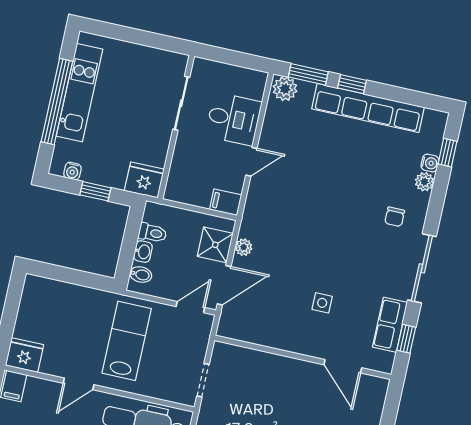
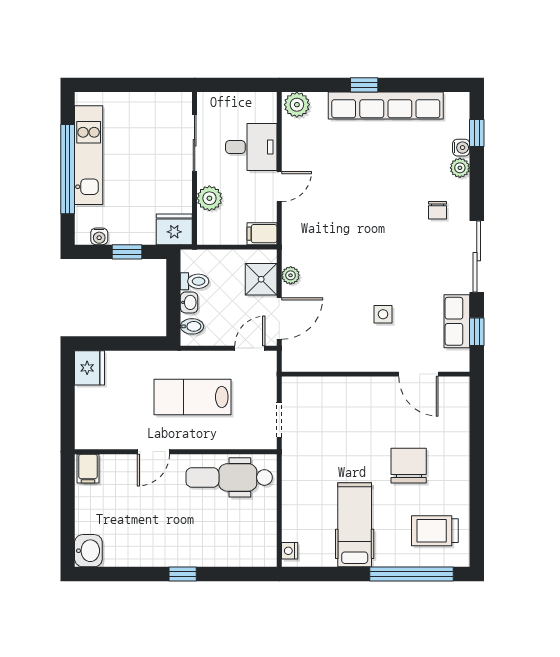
window: (308, 74) -> (317, 85), removed
plant: (184, 158) -> (209, 198), added
lab bench: (127, 341) -> (193, 397), turned -90
fridge: (25, 355) -> (89, 368), moved, turned 90

